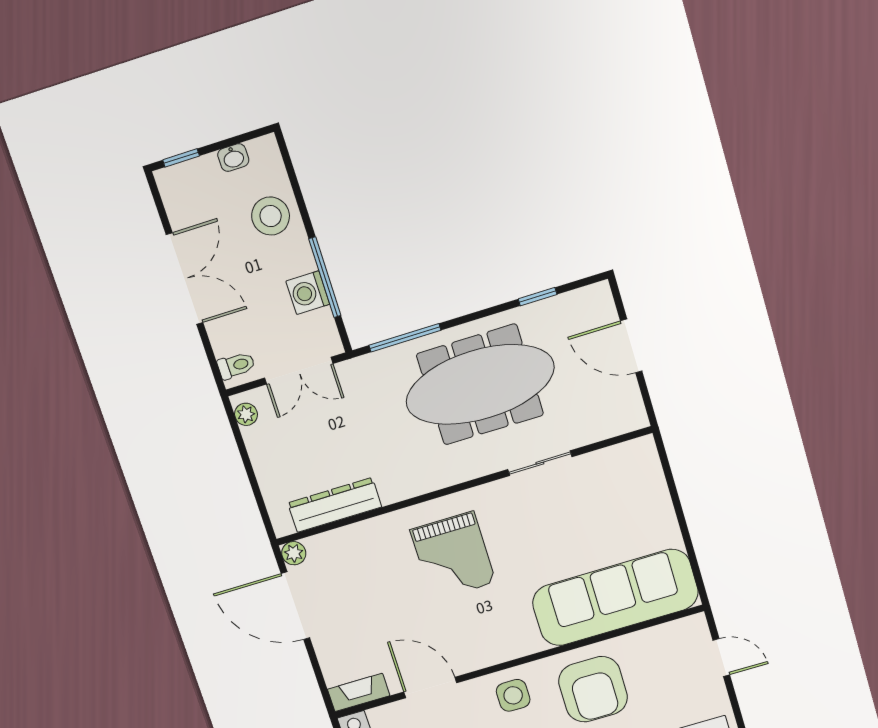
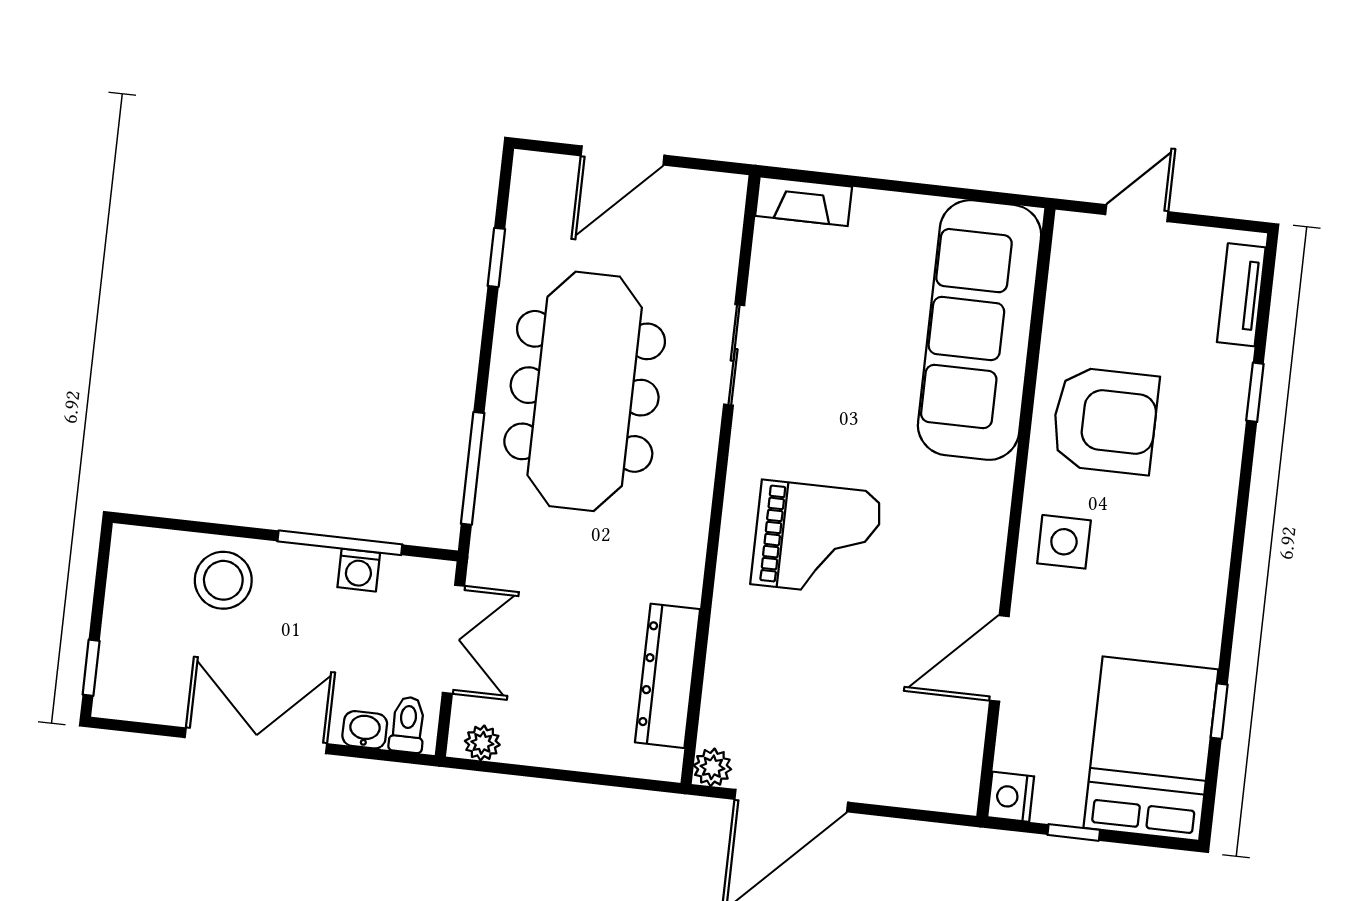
washbasin: (233, 158) -> (365, 730), moved, turned -90
washing machine: (308, 293) -> (359, 570), width x0.73, depth x0.73
fireplace: (359, 692) -> (804, 201), moved, turned -90

